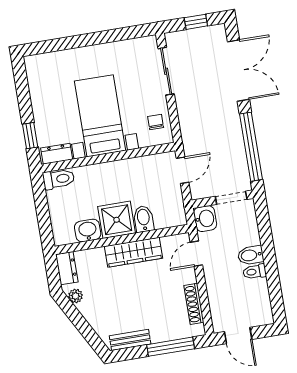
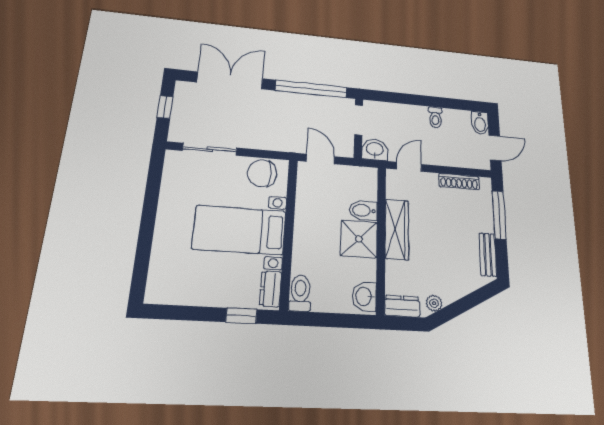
chair: (156, 122) -> (262, 173), width x1.87, depth x1.87
washbasin: (88, 231) -> (364, 296), moved
door: (196, 254) -> (409, 167), swing flipped
bidet: (251, 255) -> (480, 123), moved

